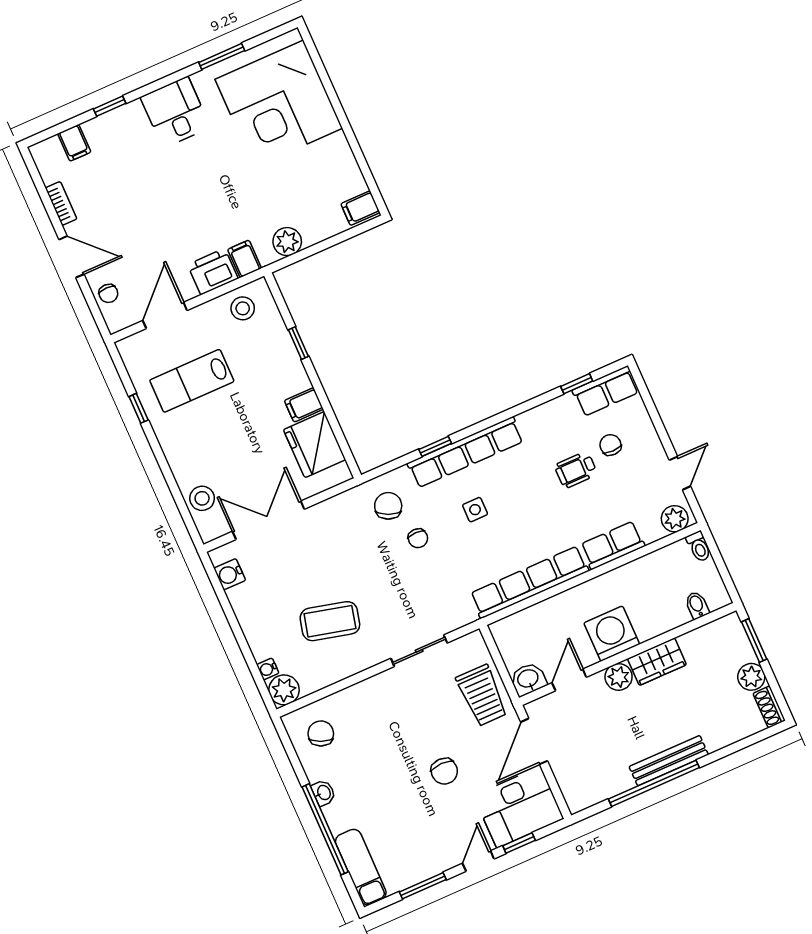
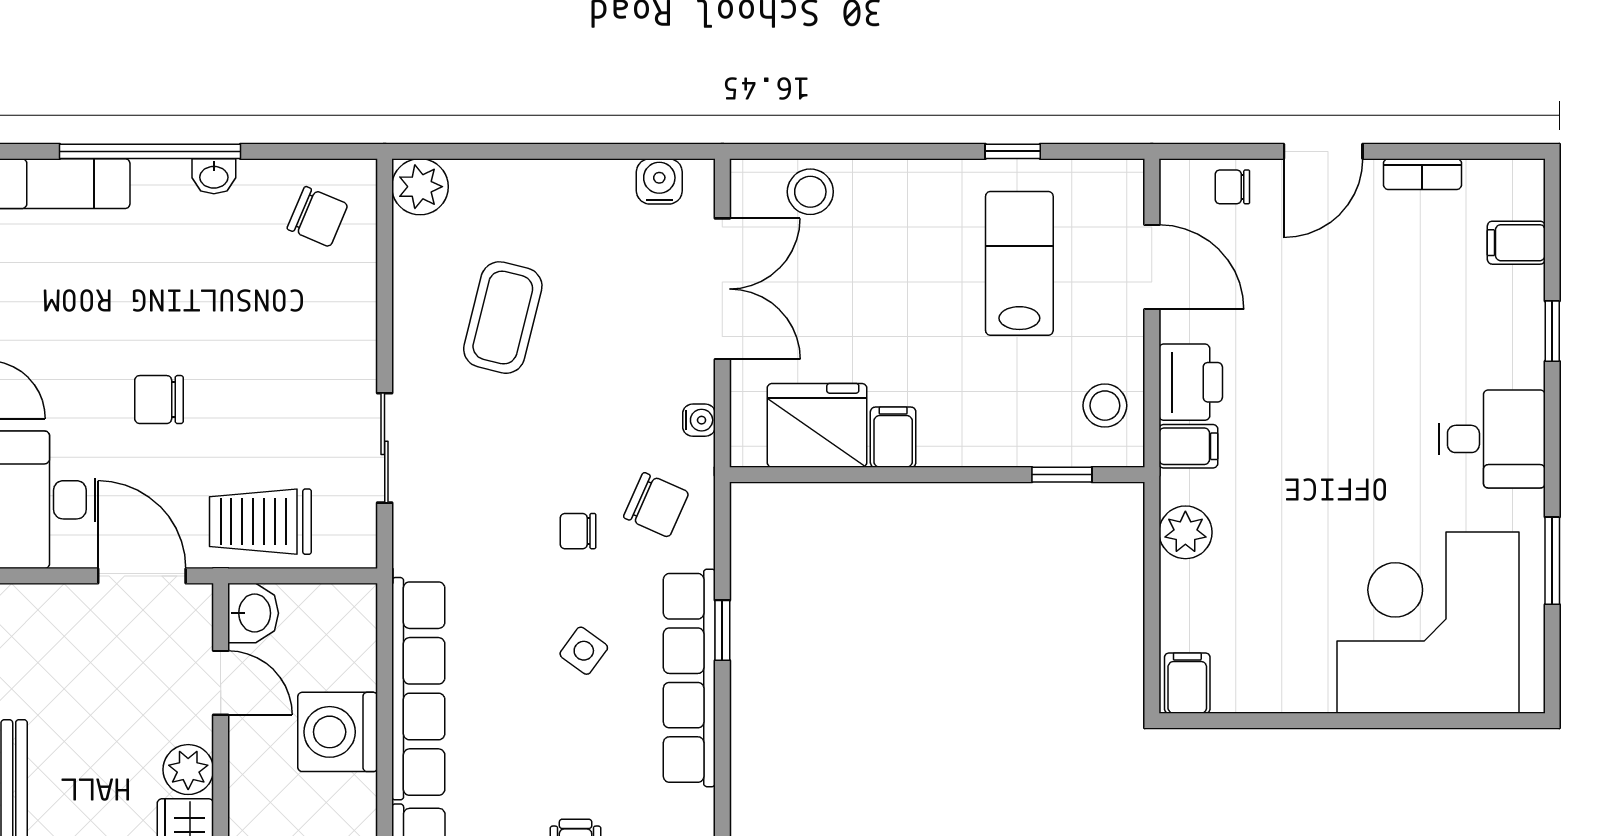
window: (298, 343) -> (1062, 475), moved
side table: (475, 510) -> (584, 651), turned 36
washing machine: (612, 634) -> (338, 732), moved, turned 180
water cooler: (268, 669) -> (699, 420), moved, turned 90

